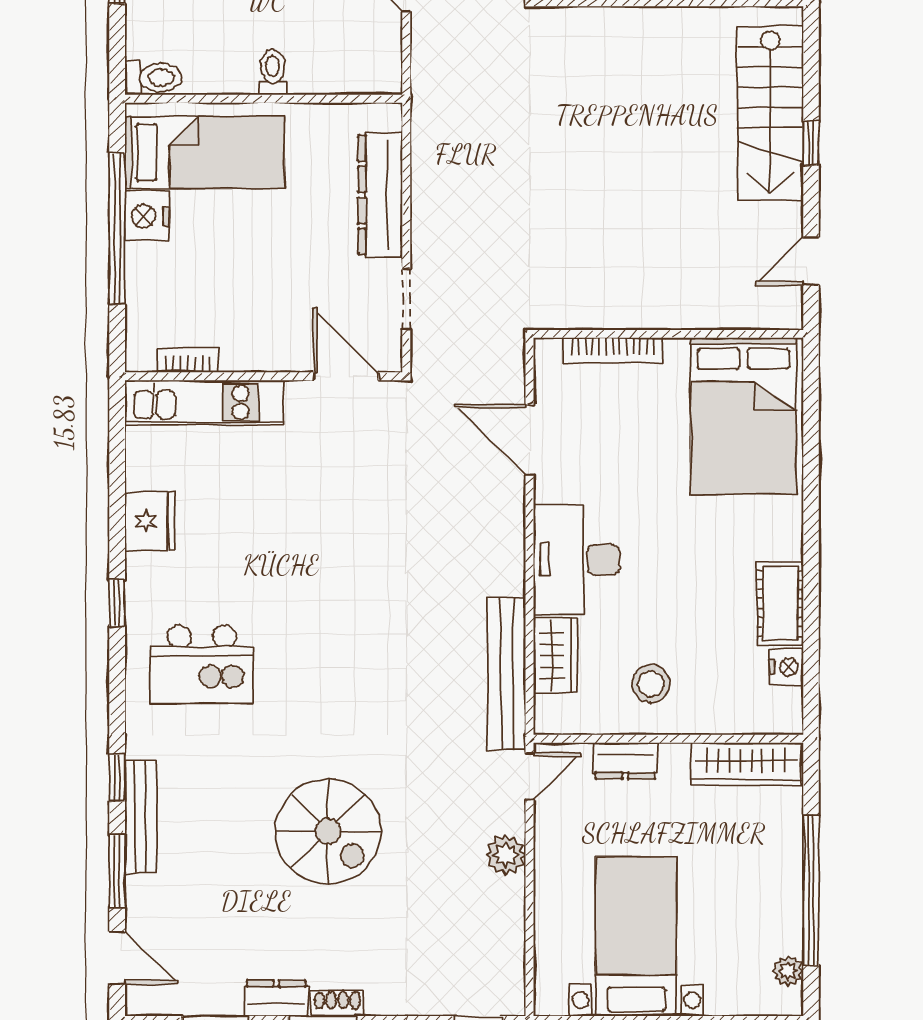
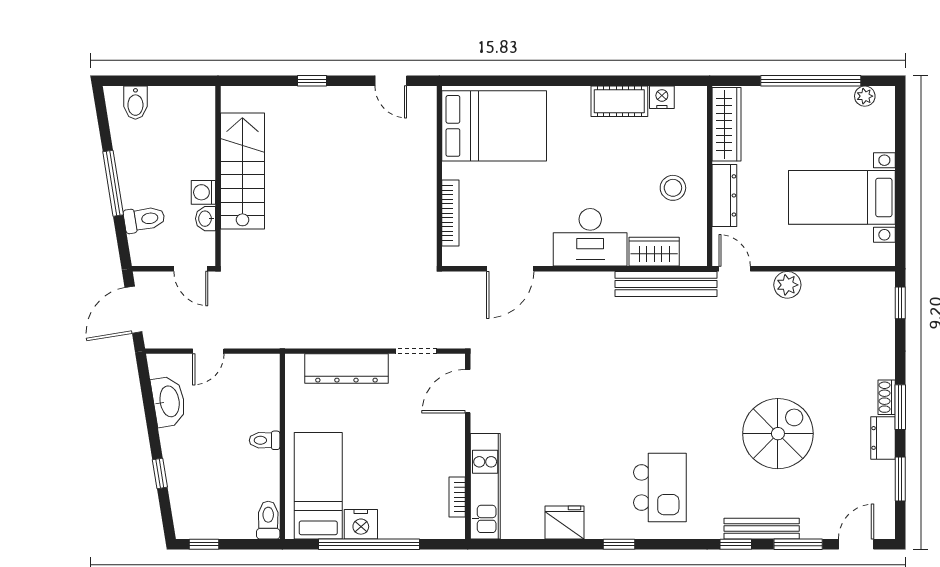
stairs: (770, 113) -> (242, 171), moved, turned -90
dresser: (625, 761) -> (724, 195), width x1.44
spiral stairs: (328, 831) -> (778, 434), moved

